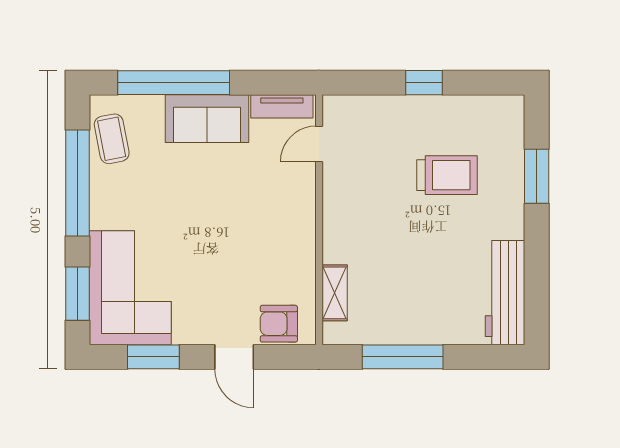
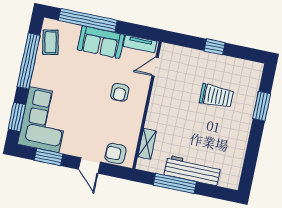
armchair: (263, 206) -> (120, 92), added
workbench: (505, 293) -> (192, 170), moved, turned 90

